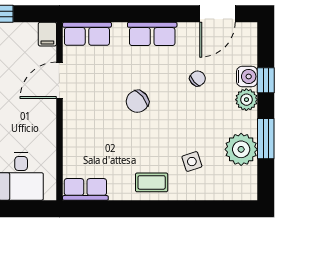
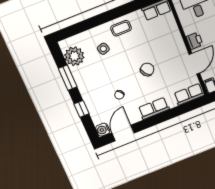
water cooler: (247, 76) -> (103, 130), moved
plant: (246, 100) -> (88, 94), removed
printer: (45, 117) -> (194, 41), added
plant: (241, 149) -> (74, 56), moved

